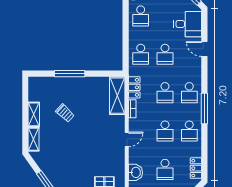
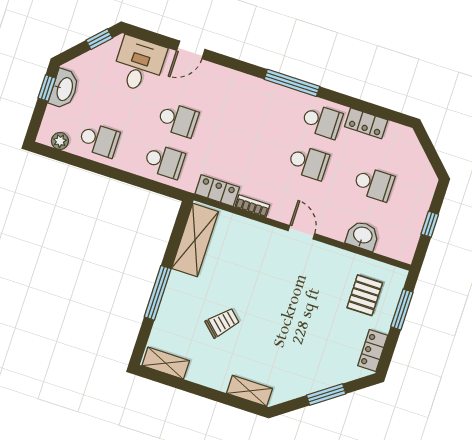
school desk: (165, 93) -> (243, 141), removed
school desk: (189, 93) -> (257, 100), removed
shelving: (117, 96) -> (195, 240), moved, turned 90
shelving: (34, 114) -> (166, 363), moved
locker: (196, 168) -> (366, 123), moved

